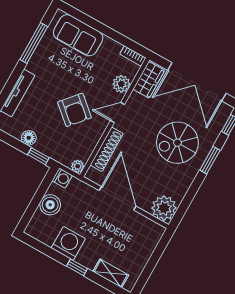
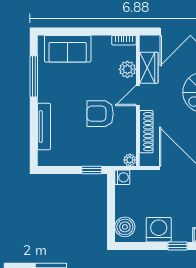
wardrobe: (149, 80) -> (149, 68), moved
armchair: (74, 110) -> (100, 114), turned 139
floor lamp: (29, 138) -> (75, 159), removed
boiler: (50, 205) -> (125, 227), moved

